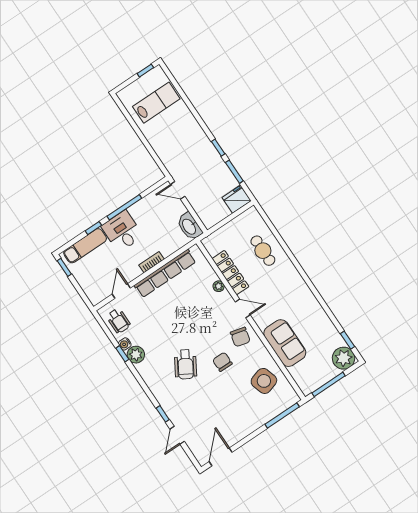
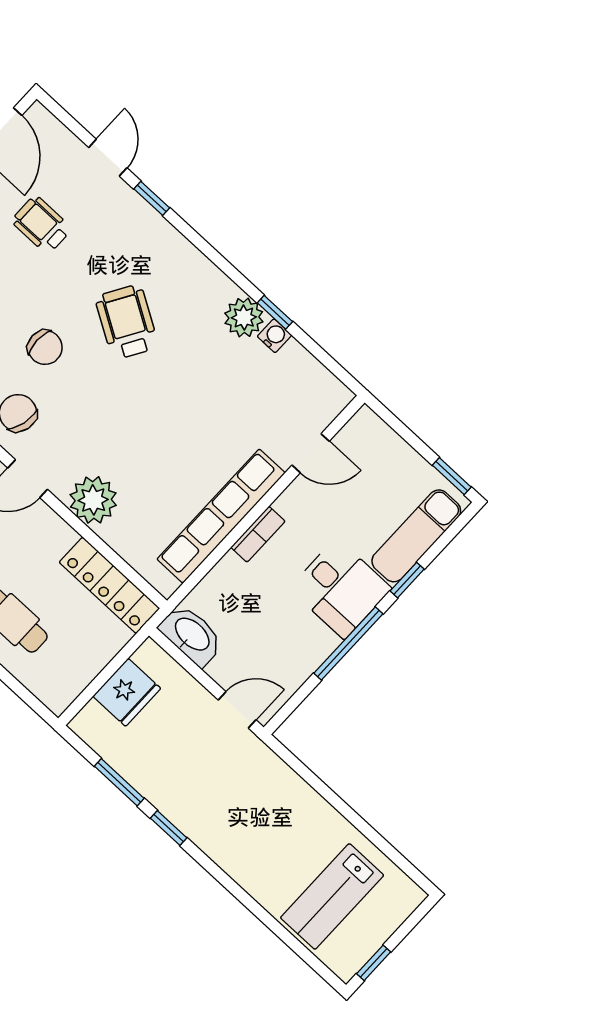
fridge: (237, 199) -> (127, 692), moved
locker: (230, 273) -> (109, 585), moved
plant: (219, 286) -> (93, 500), width x1.88, depth x1.88
door: (121, 291) -> (311, 453), hinge flipped
wheelchair: (119, 321) -> (41, 225), moved

